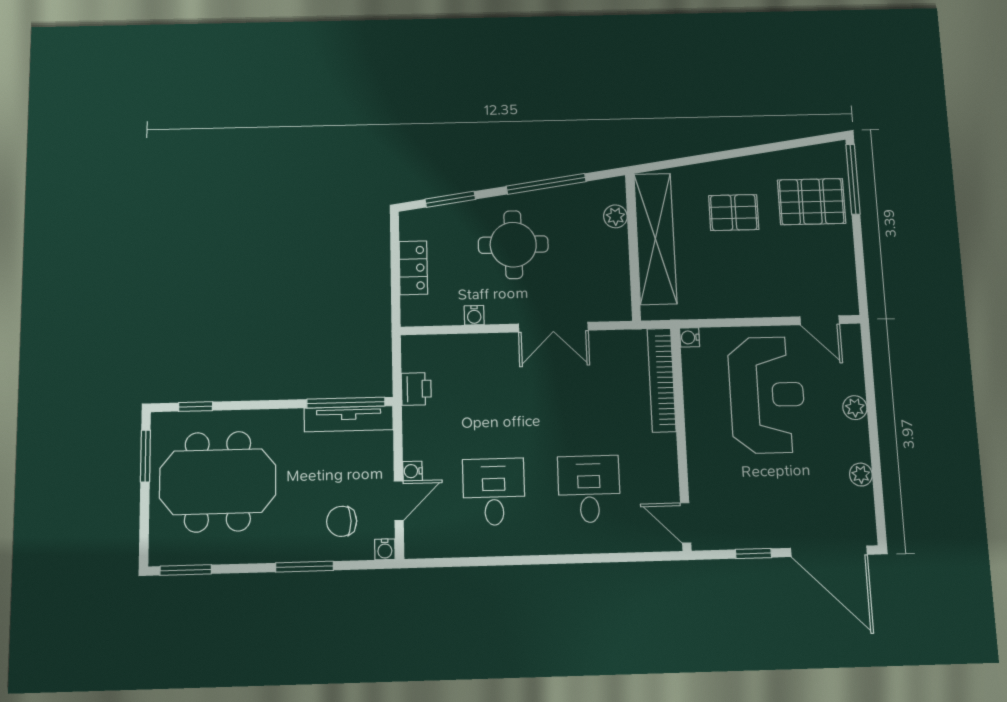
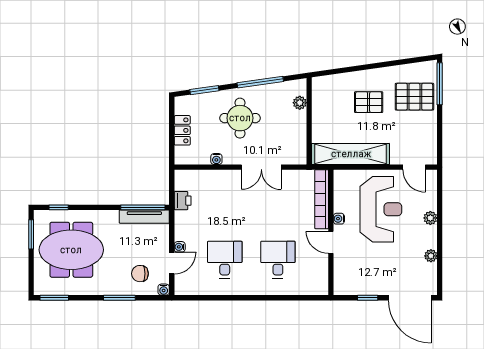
shelving: (655, 239) -> (351, 154), moved, turned 90
water cooler: (690, 337) -> (339, 219), moved
door: (686, 523) -> (331, 242), moved

